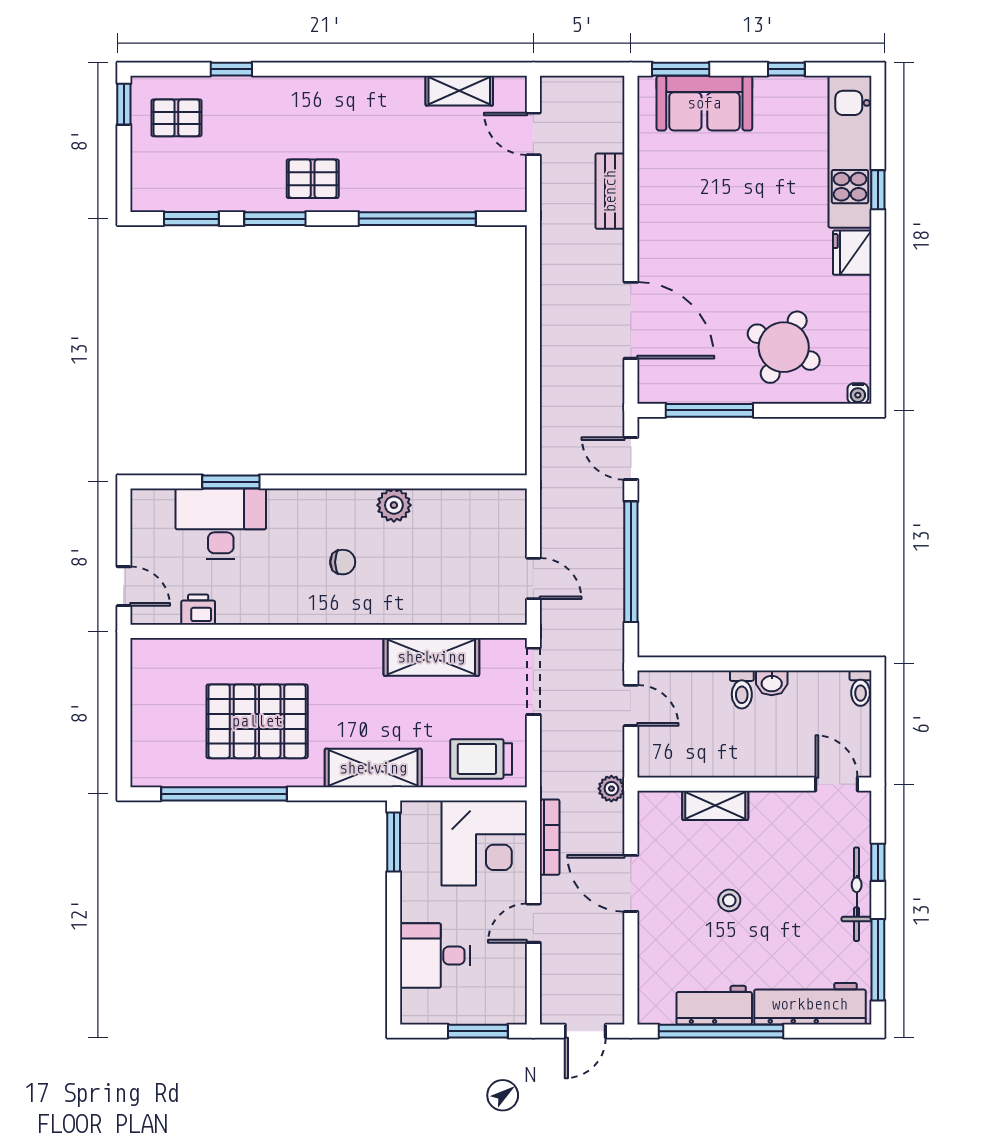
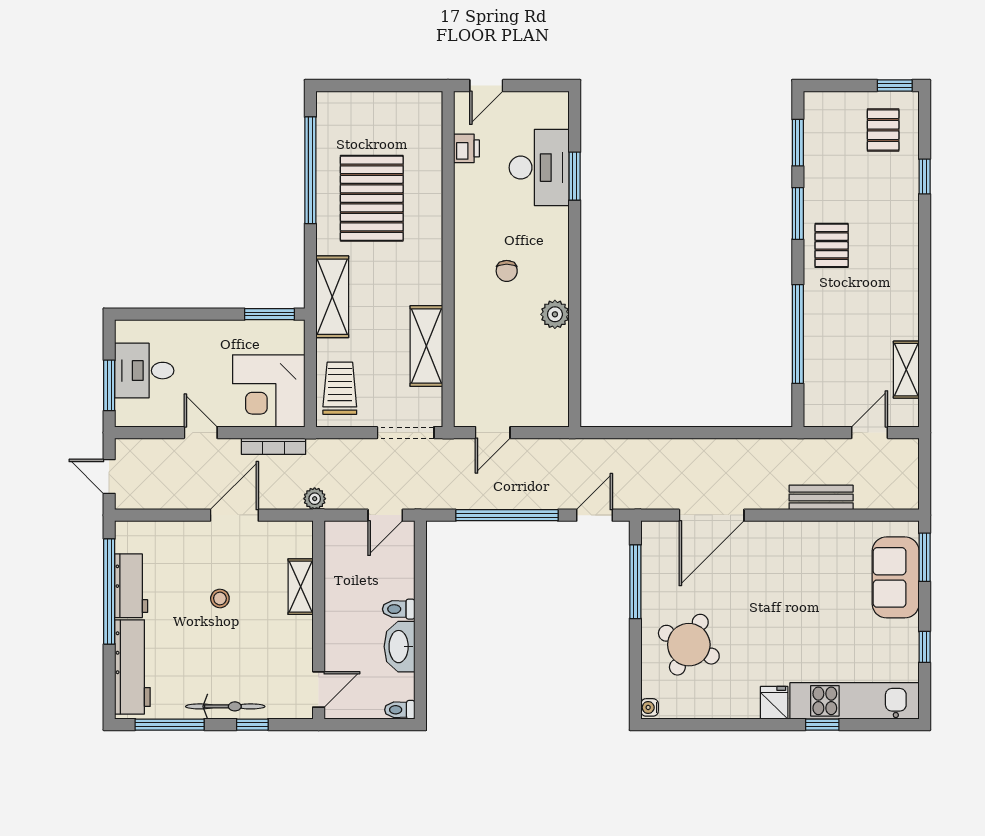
fridge: (852, 253) -> (774, 703), width x0.72
washbasin: (772, 683) -> (400, 647), width x1.91, depth x1.45
desk: (435, 956) -> (144, 371), moved, turned -90

